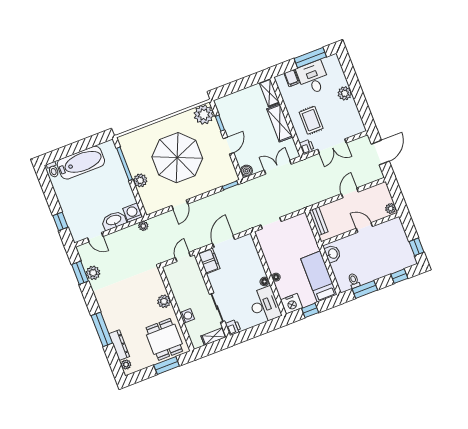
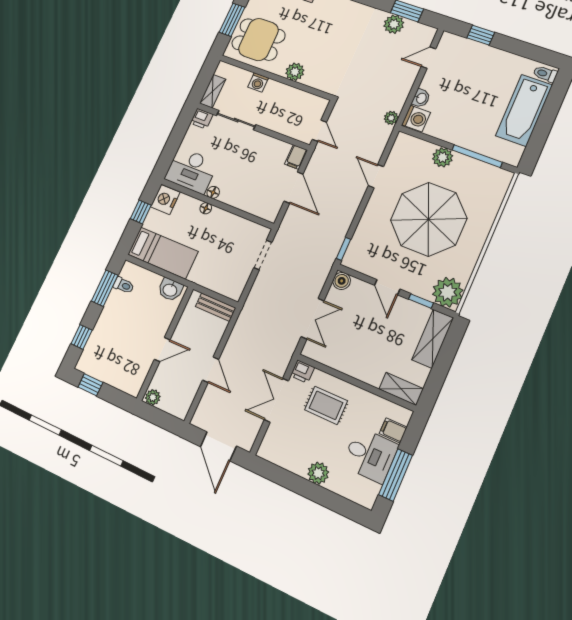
shelving: (280, 123) -> (433, 339), moved, turned 90
washbasin: (114, 220) -> (421, 98), width x0.52, depth x0.69
filing cabinet: (209, 261) -> (296, 157), width x0.50

